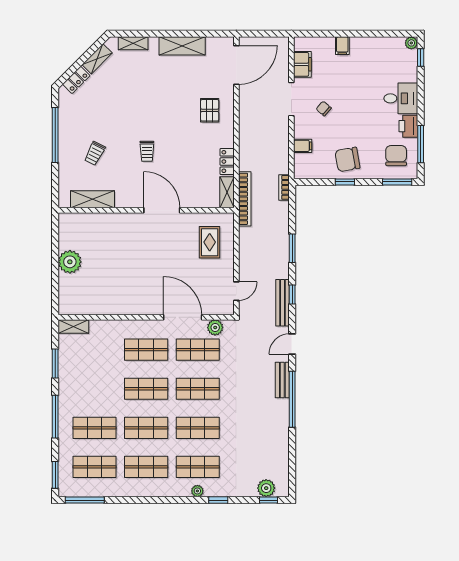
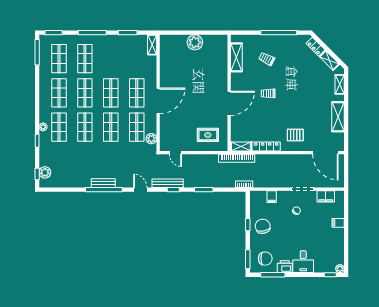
locker: (227, 162) -> (266, 147), width x1.53
door: (183, 317) -> (158, 101), moved
bench: (282, 380) -> (103, 183), moved

